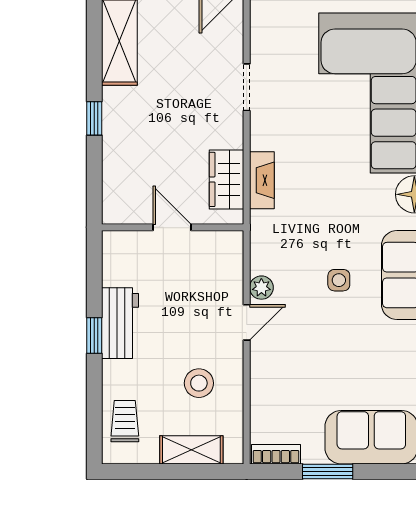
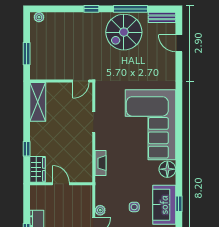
window: (94, 118) -> (27, 149), moved
wardrobe: (227, 179) -> (38, 169), moved, turned 180

